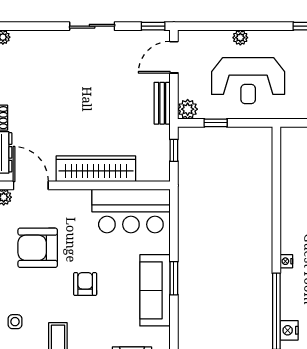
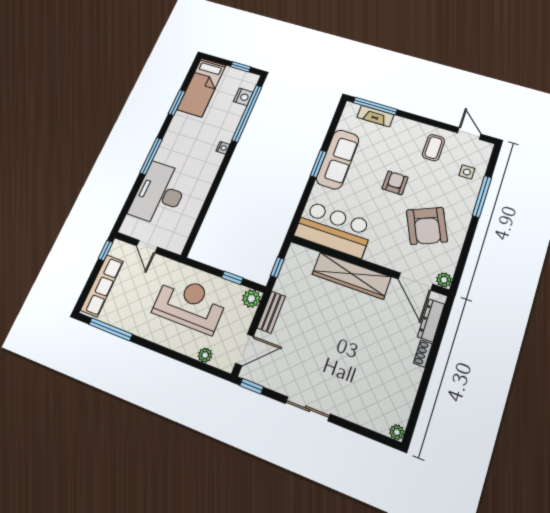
plant: (240, 38) -> (205, 355), moved
armchair: (38, 248) -> (427, 226), turned 66
armchair: (85, 284) -> (395, 183), turned 180

